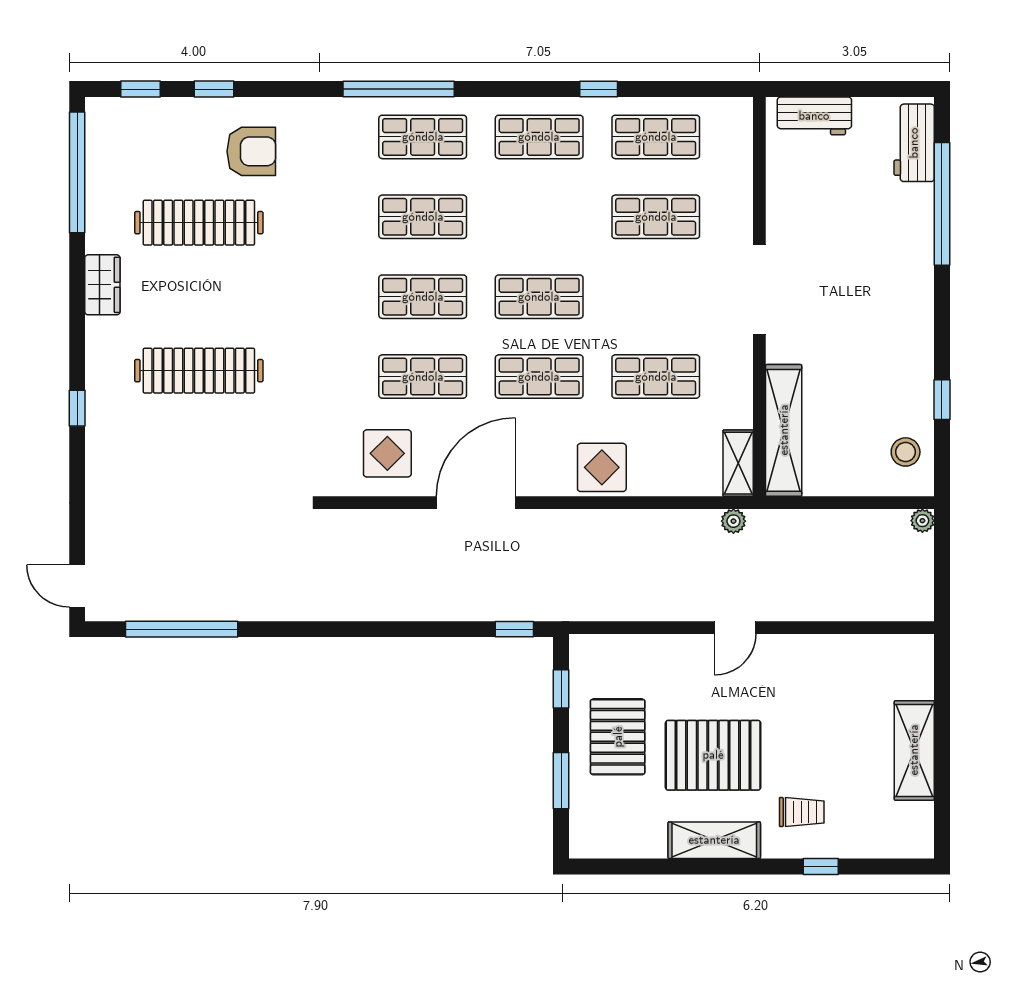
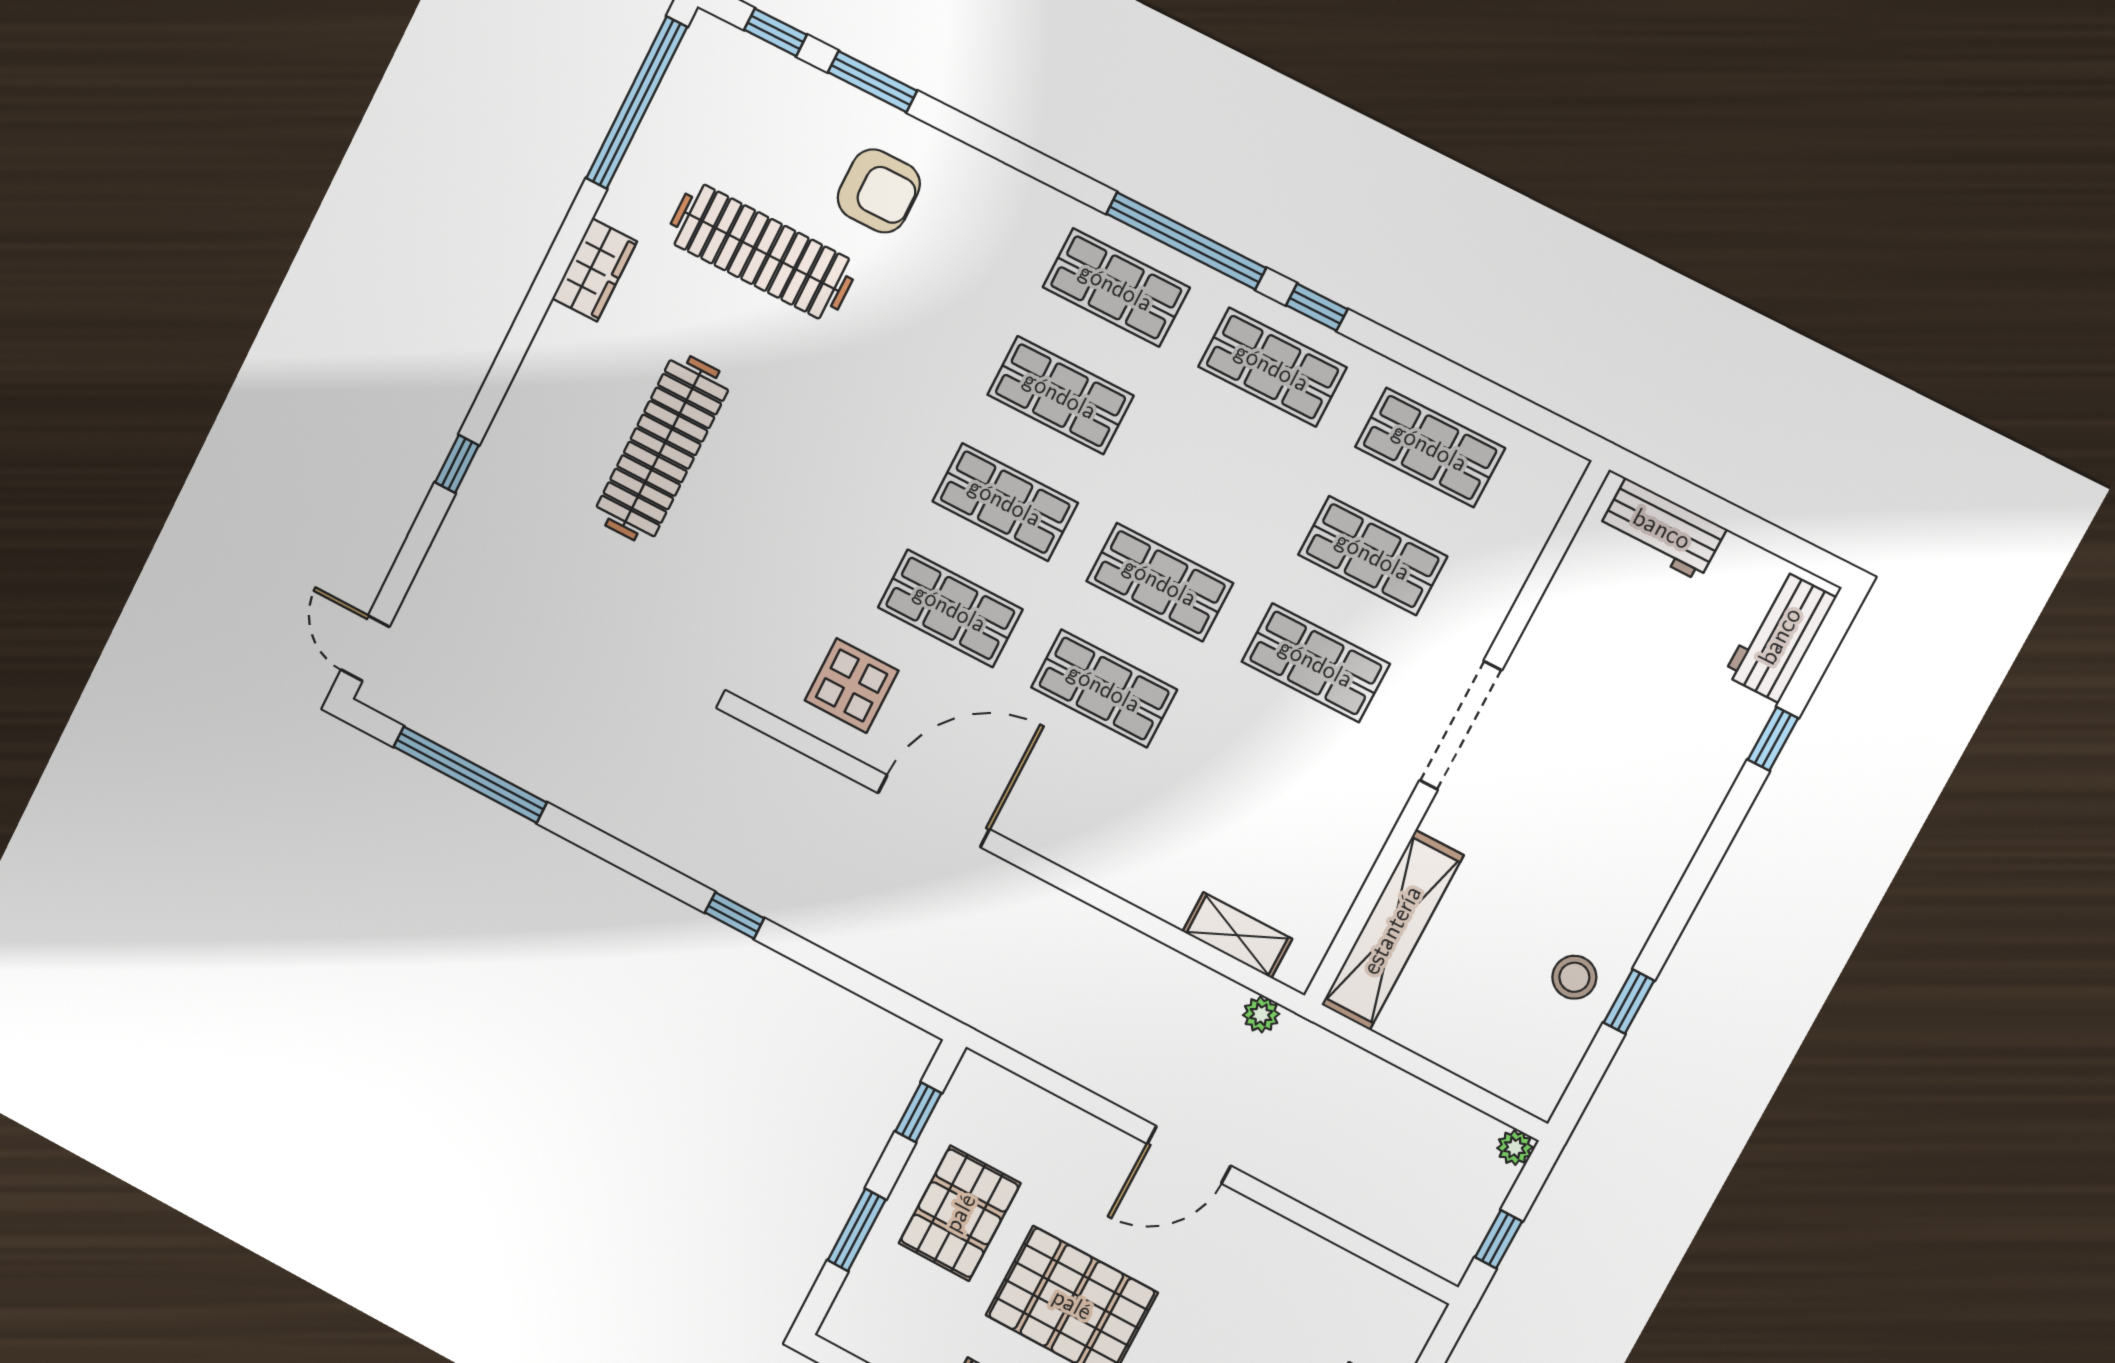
window: (214, 89) -> (872, 82), width x1.50
window: (399, 89) -> (1186, 241), moved
window: (599, 89) -> (1317, 307), moved
window: (942, 204) -> (1773, 739), width x0.32
clothes rail: (199, 371) -> (662, 448), turned 90
shop shelf: (656, 377) -> (1316, 663), moved
window: (77, 408) -> (457, 464), moved
stool: (906, 452) -> (1574, 977), moved
shelving: (738, 463) -> (1237, 935), moved, turned 90
display table: (602, 467) -> (1124, 852), removed
window: (942, 580) -> (1499, 1239), added
door: (735, 628) -> (1189, 1155), width x1.38
window: (514, 629) -> (735, 915), moved

